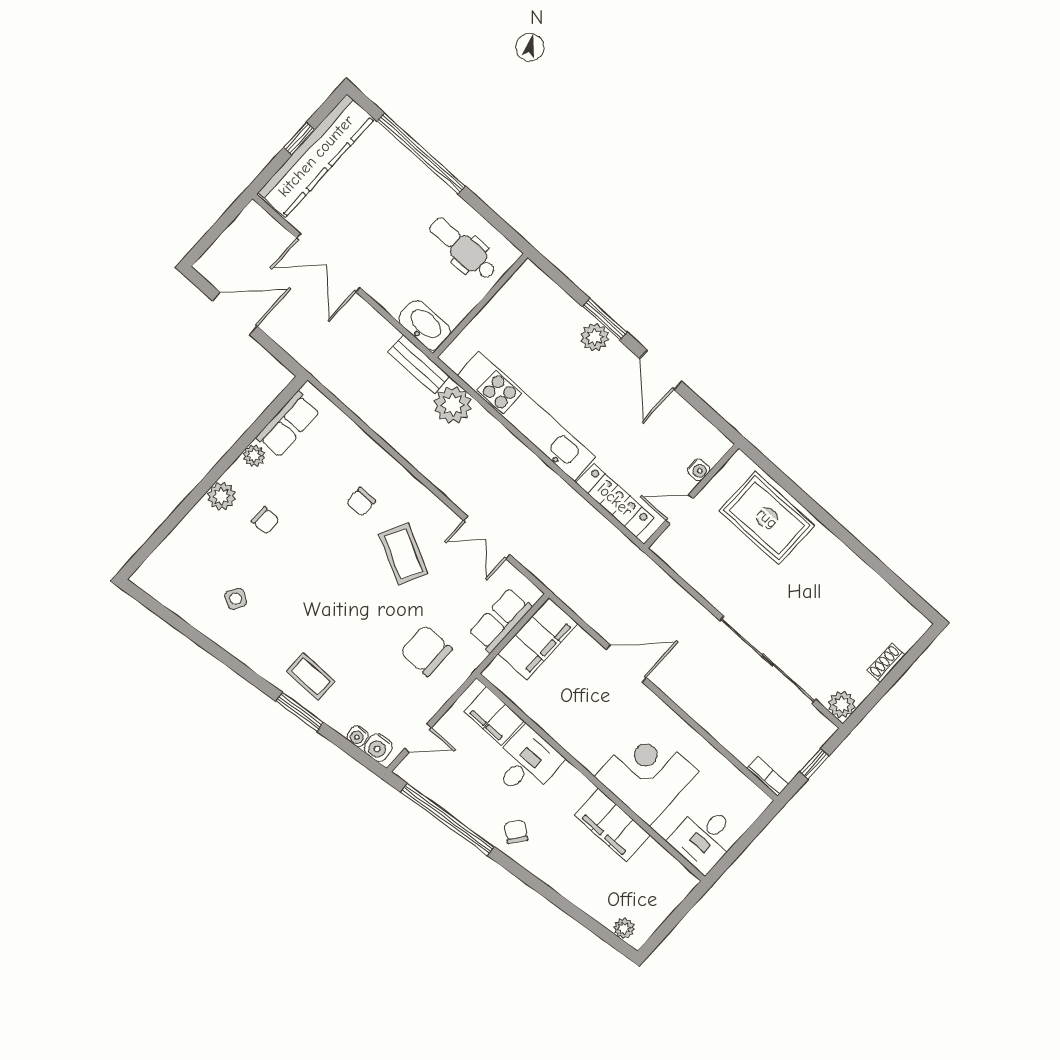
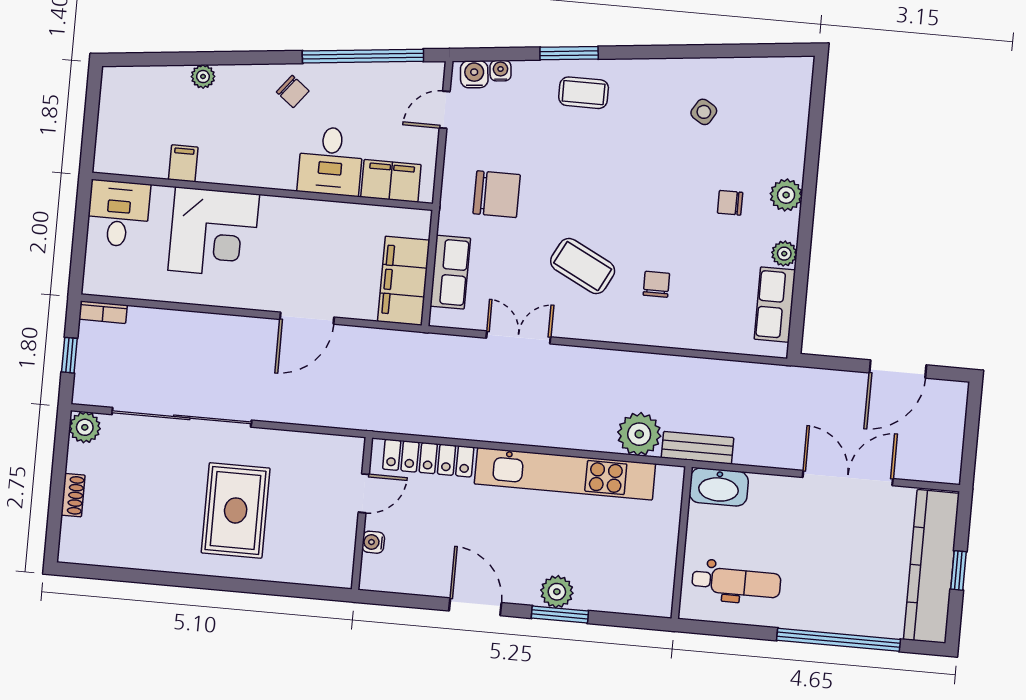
rug: (767, 518) -> (236, 510), moved, turned 90
filing cabinet: (613, 825) -> (183, 163), width x0.33, depth x0.86
plant: (624, 928) -> (203, 76), moved

